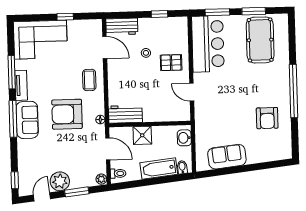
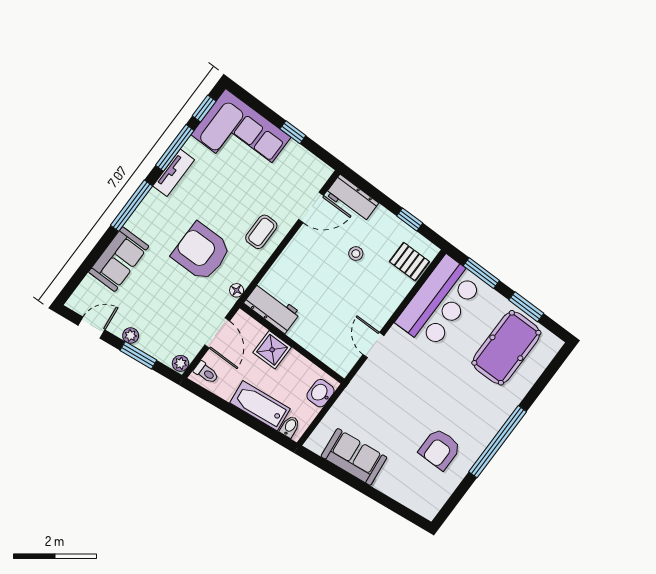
door: (105, 48) -> (311, 207), hinge flipped
pallet: (171, 63) -> (409, 262), moved
sofa: (27, 120) -> (119, 259), moved
window: (15, 180) -> (204, 109), moved
plant: (60, 181) -> (131, 336), width x0.53, depth x0.53

